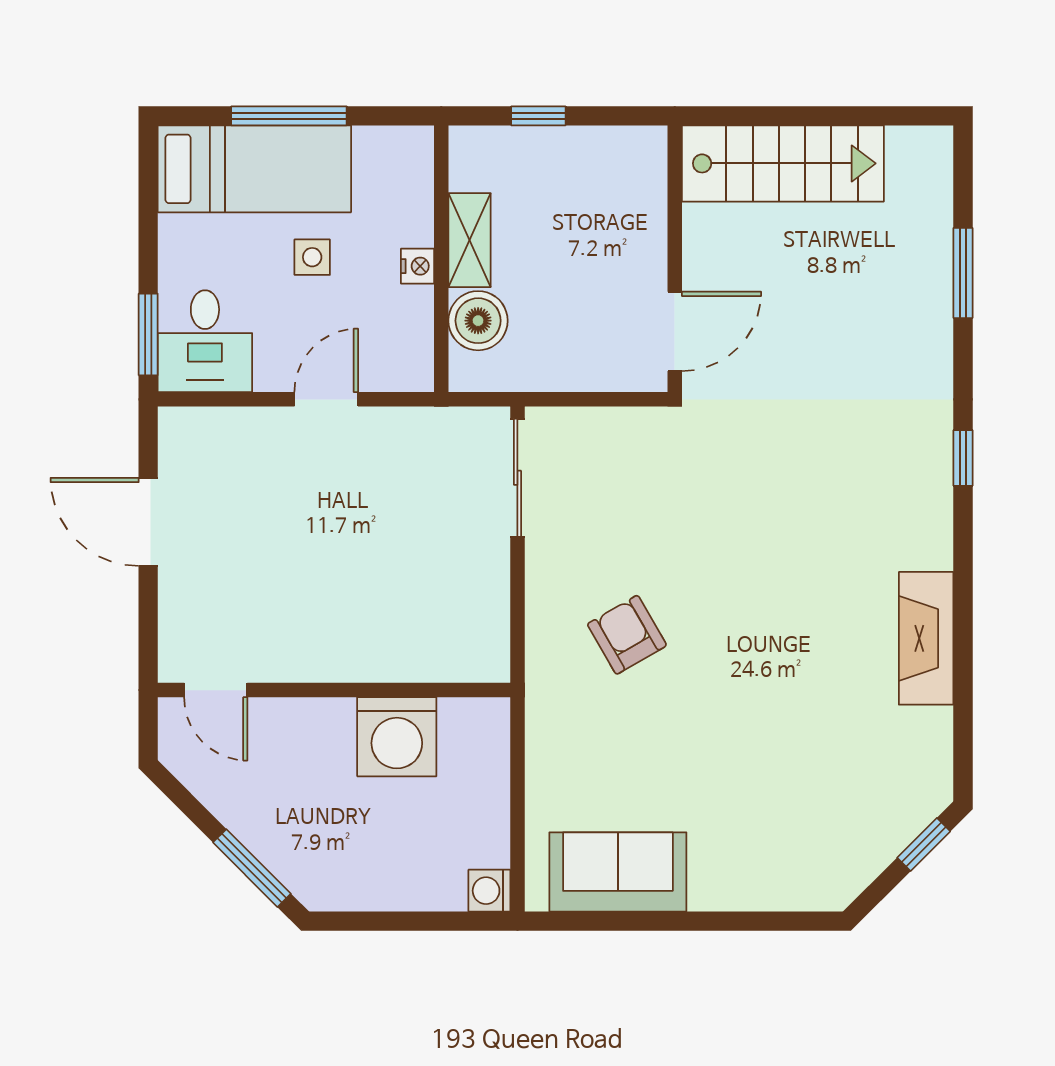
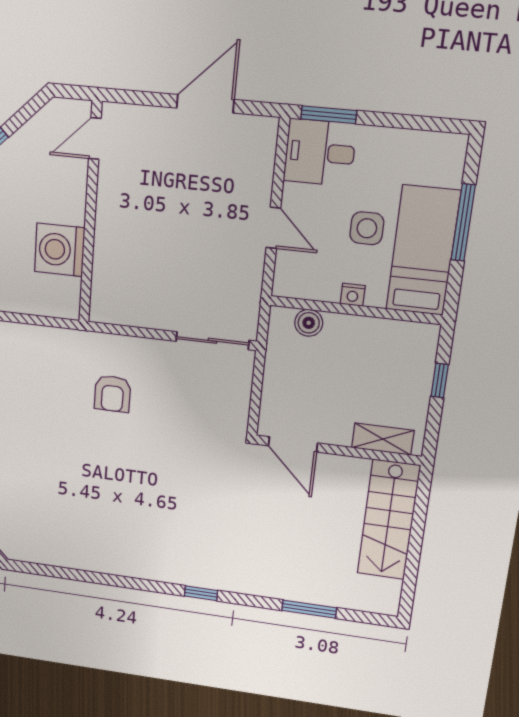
bed: (254, 169) -> (423, 251), moved, turned 180
shelving: (470, 240) -> (383, 439), moved
side table: (312, 257) -> (367, 228), width x1.37, depth x1.37
boiler: (478, 321) -> (309, 323), width x0.73, depth x0.73
armchair: (627, 635) -> (112, 394), turned 120
fireplace: (926, 638) -> (99, 559), removed

